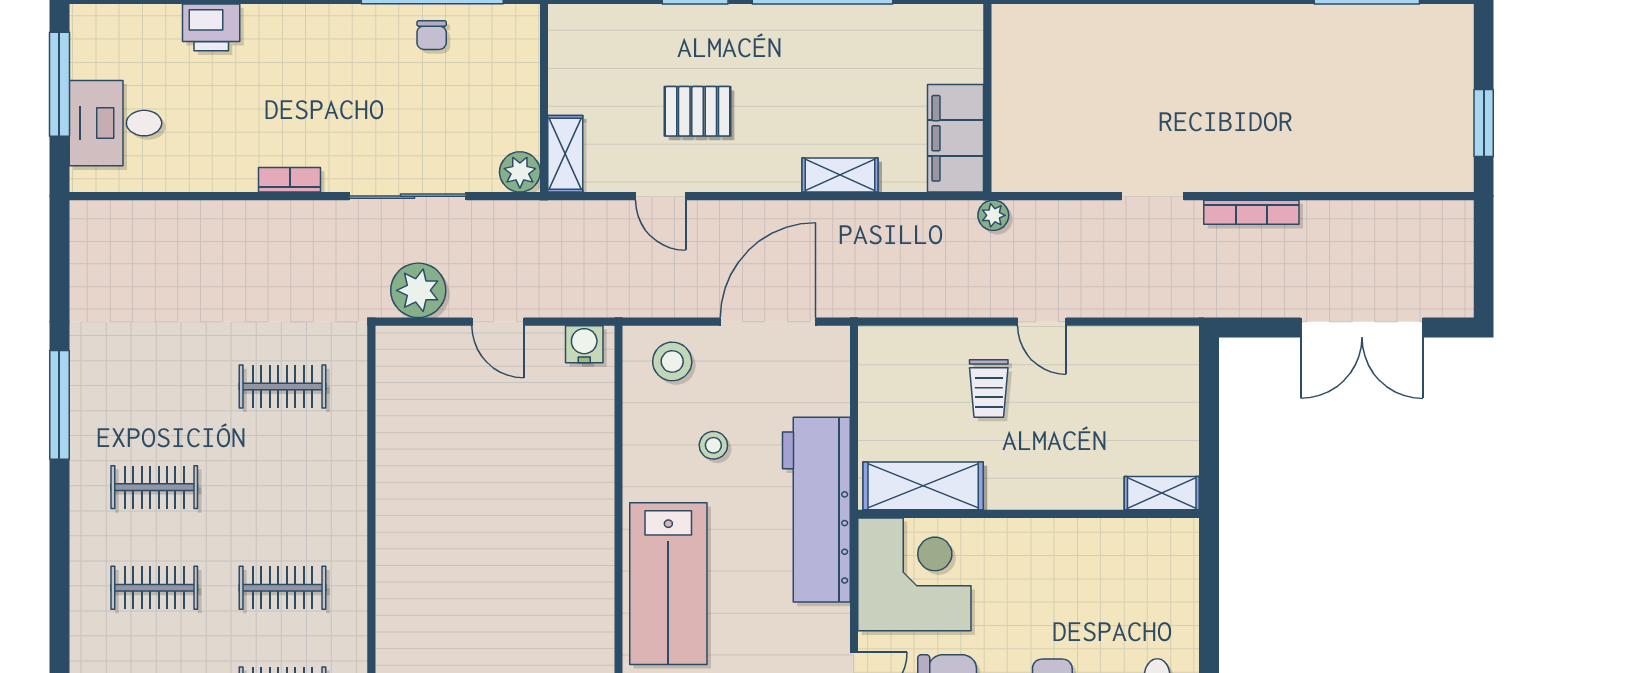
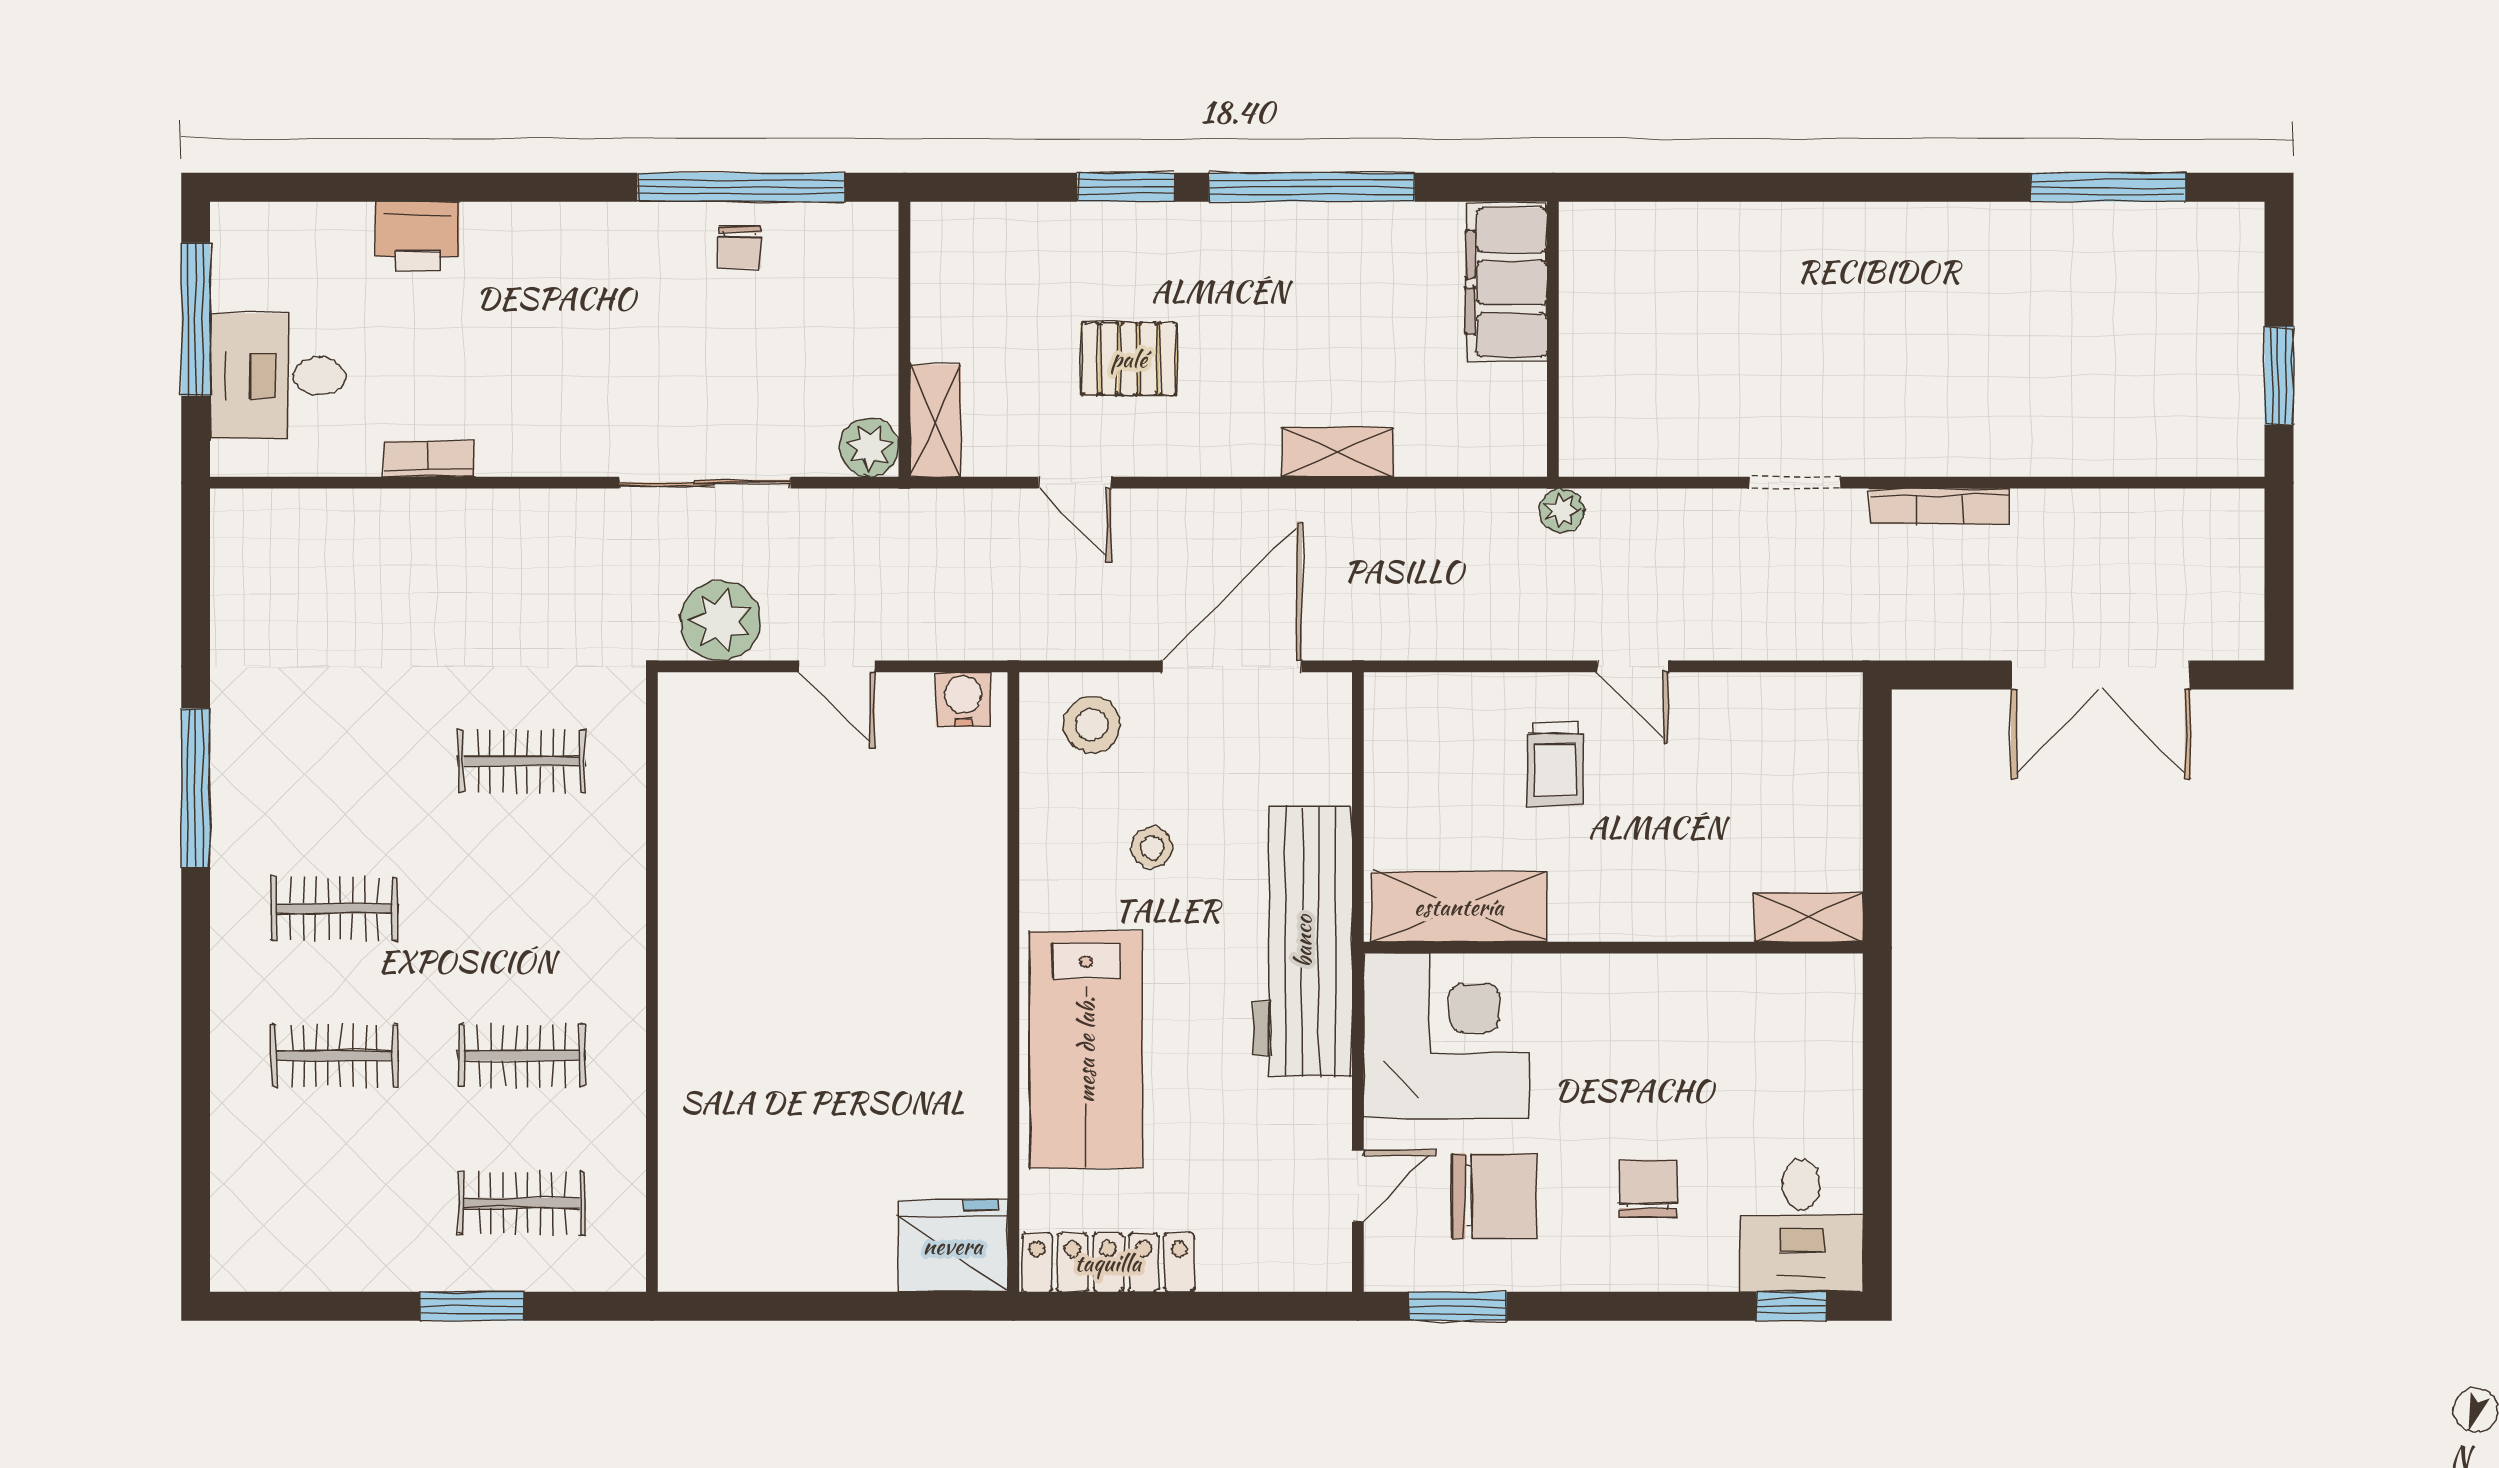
filing cabinet: (956, 138) -> (1506, 283), moved
bookcase: (290, 180) -> (429, 459), moved

